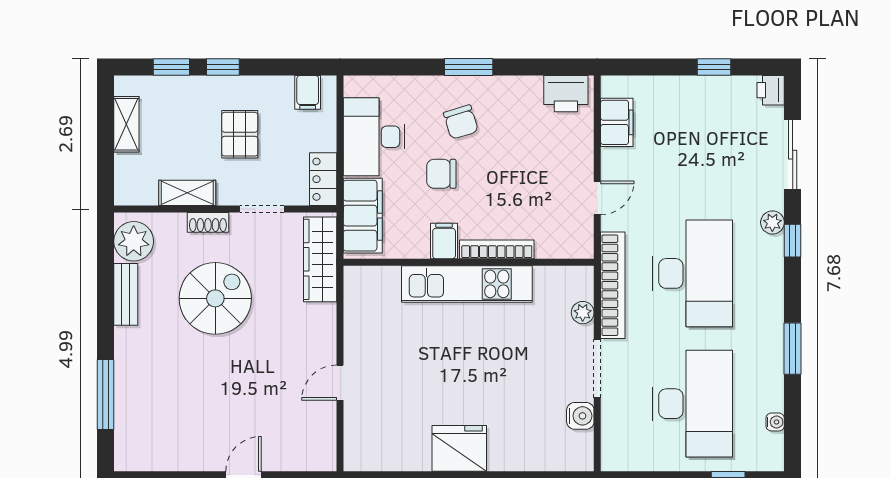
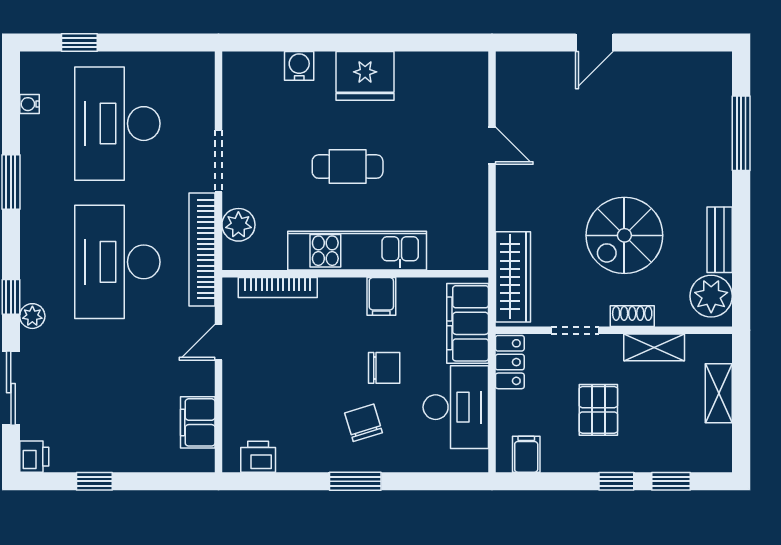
printer: (566, 94) -> (258, 457), width x0.73, depth x0.81
shelving: (126, 124) -> (719, 393), moved
bookcase: (497, 249) -> (278, 287), moved
plant: (583, 313) -> (238, 225), width x1.38, depth x1.38
cafe table: (476, 363) -> (348, 167), added
door: (340, 383) -> (492, 146), hinge flipped
water cooler: (580, 416) -> (299, 66), moved, turned 90

